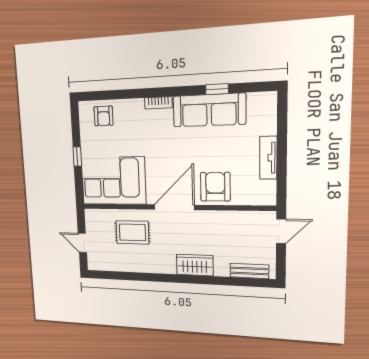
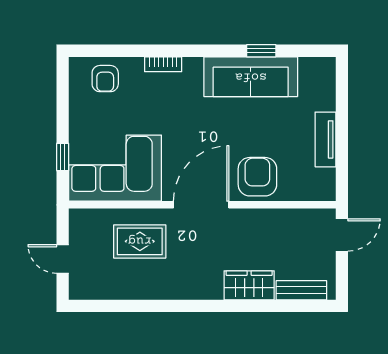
bookcase: (158, 103) -> (163, 64), moved
window: (77, 156) -> (63, 157), moved
wardrobe: (195, 265) -> (249, 285), moved

